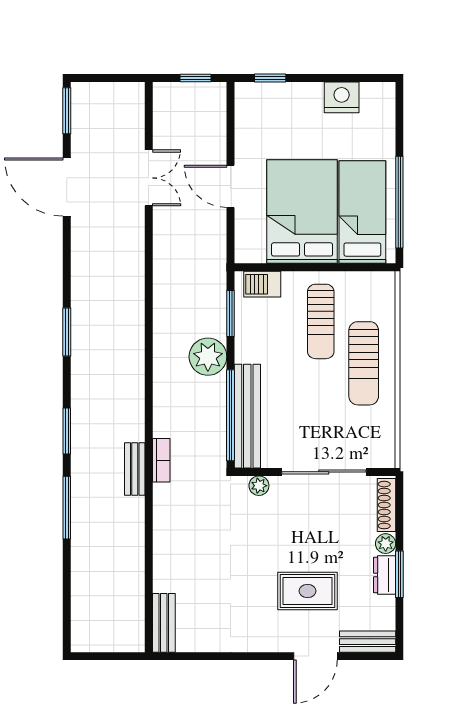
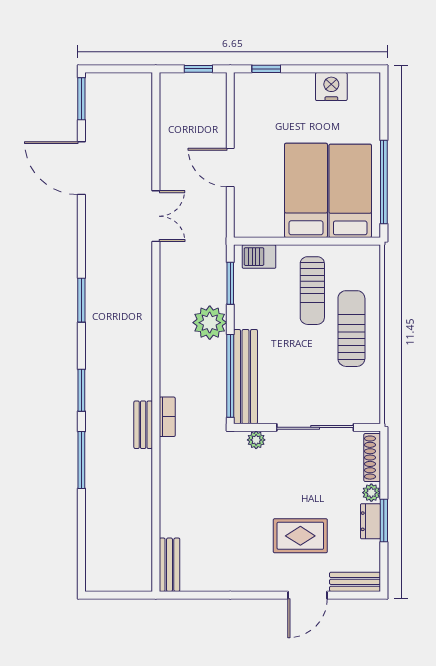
double door: (149, 178) -> (156, 216), moved
bed: (302, 211) -> (306, 190), width x0.67
sun lounger: (364, 363) -> (351, 329), turned 180

